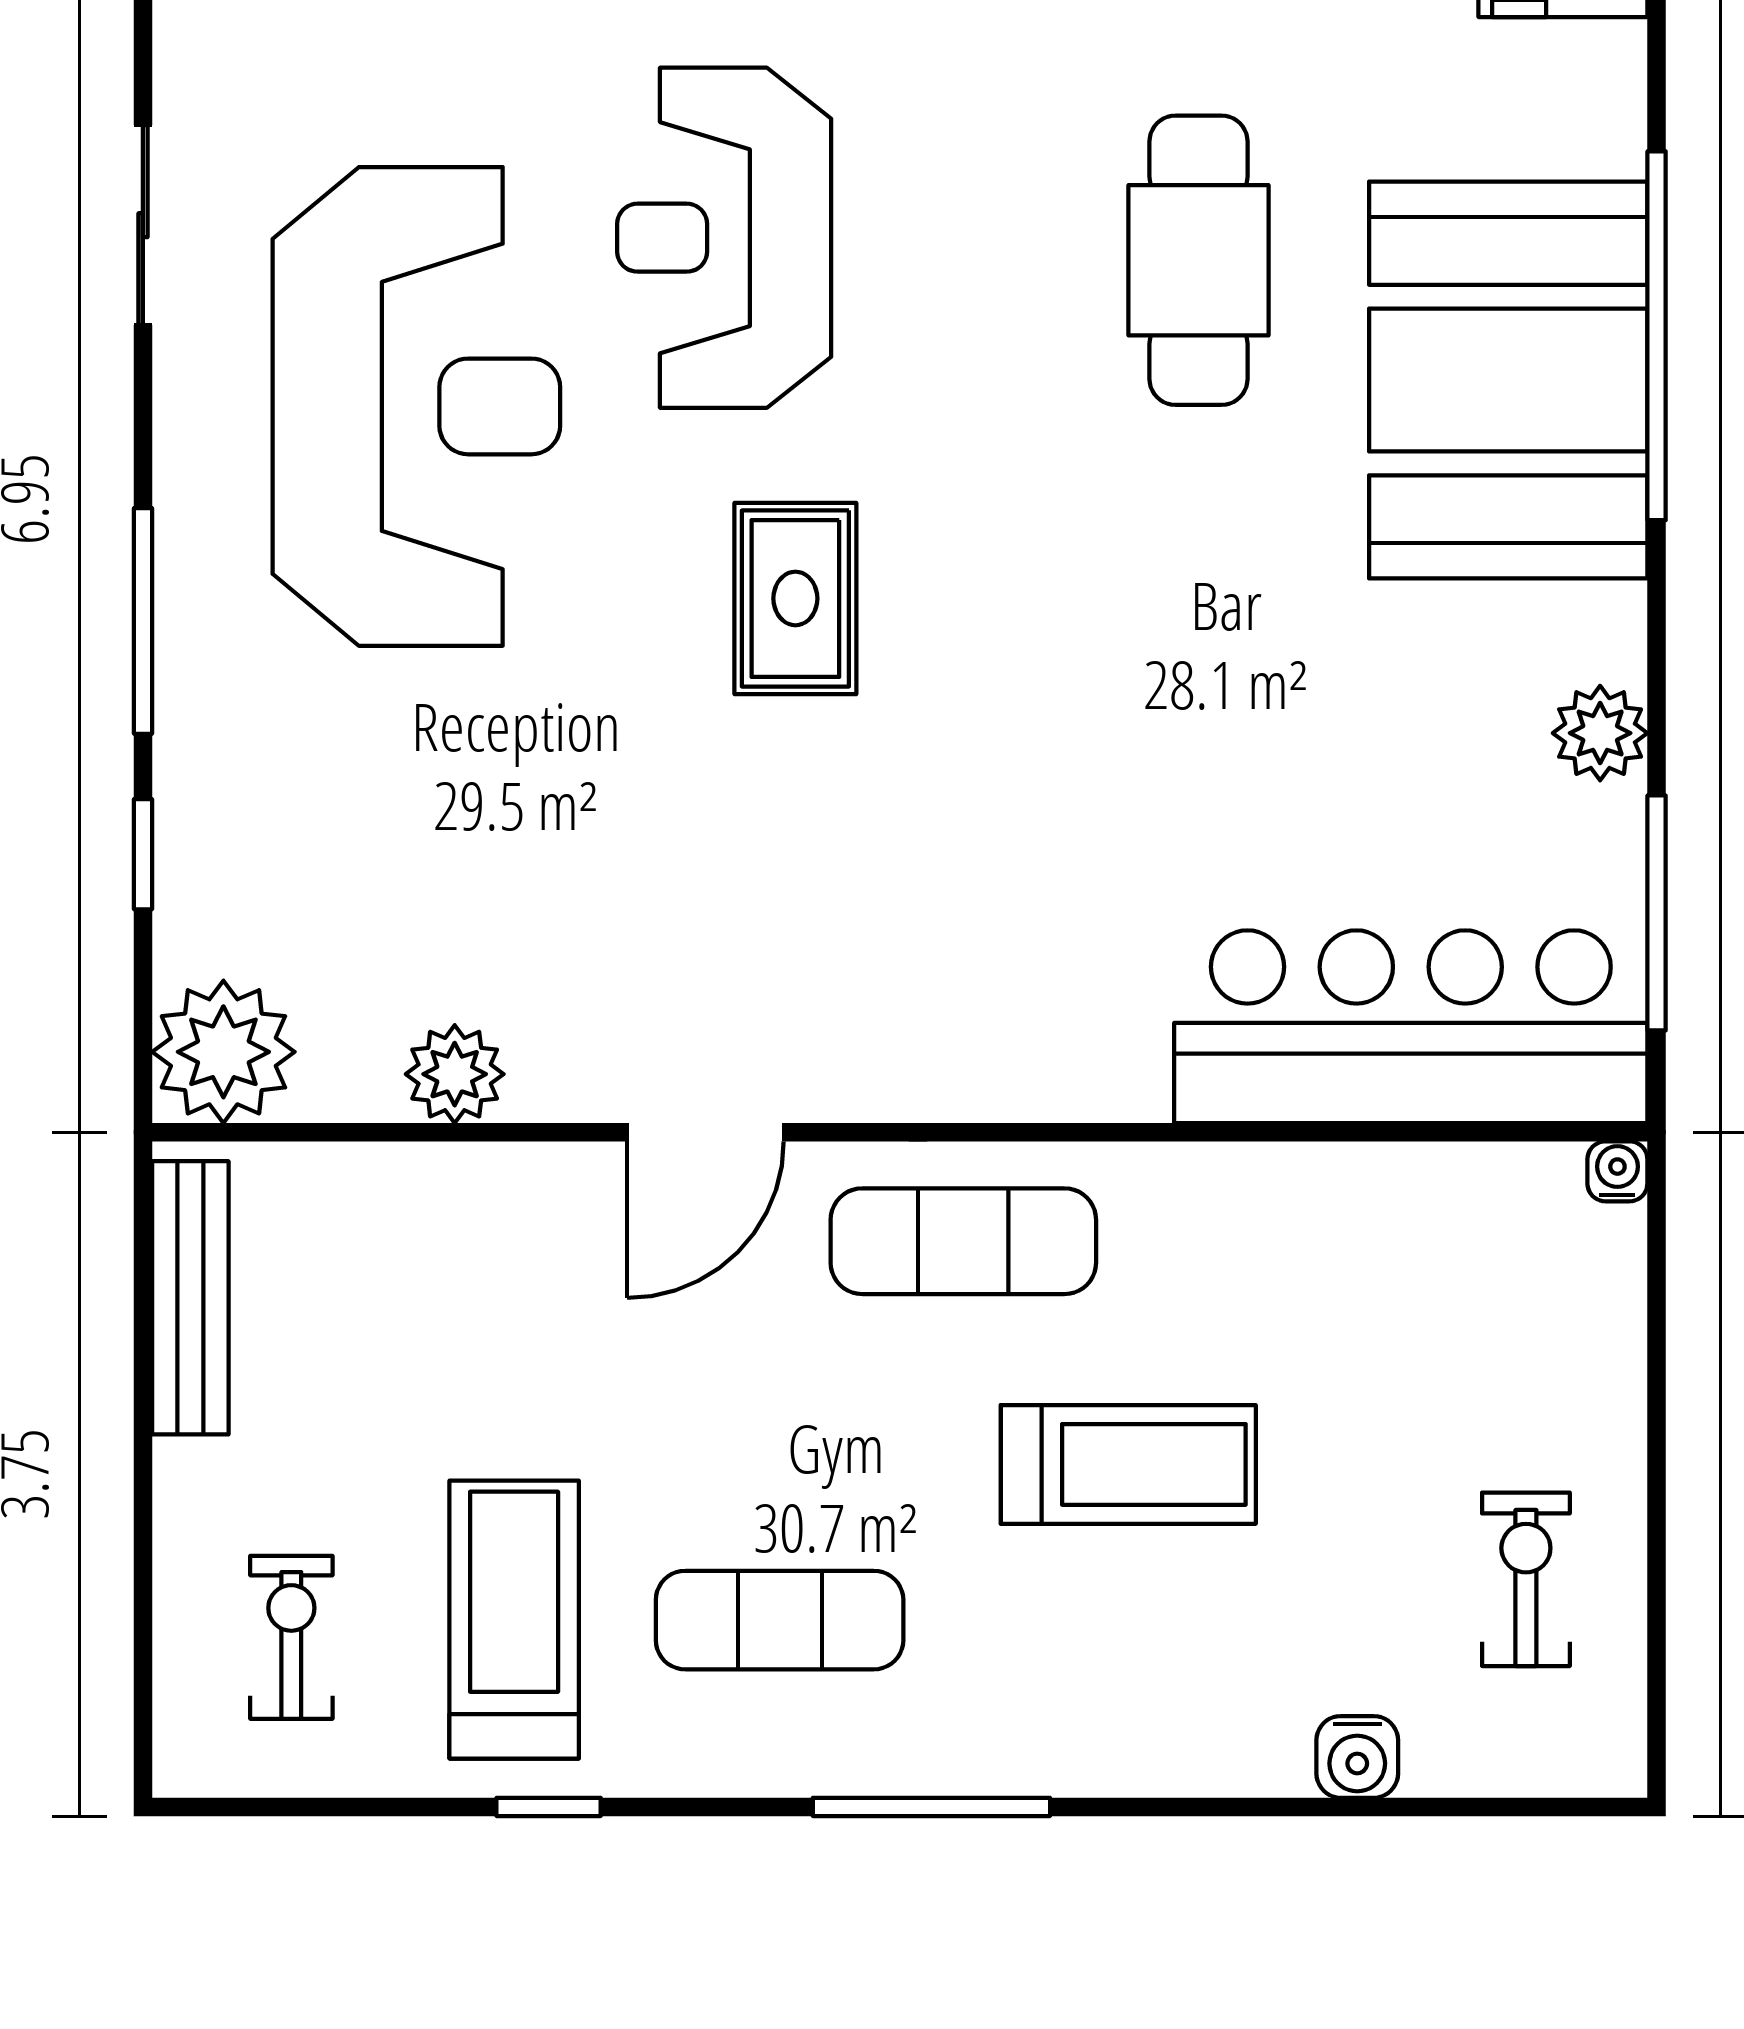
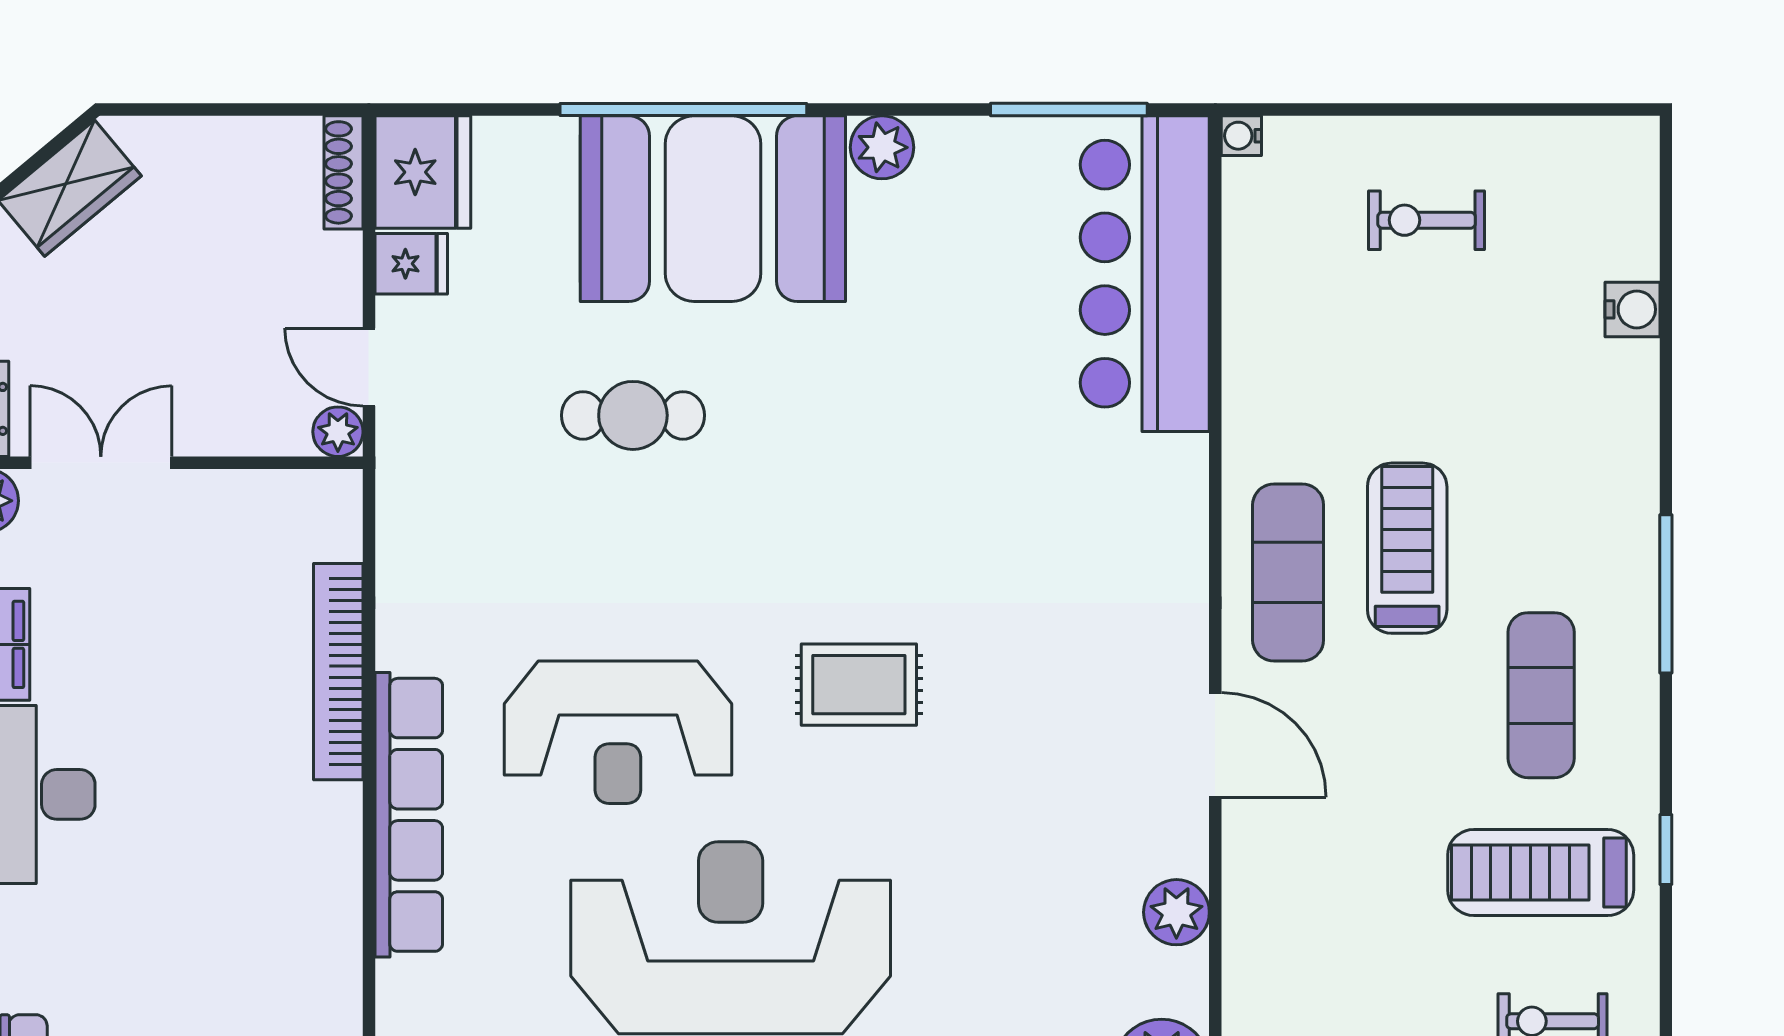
cafe table: (1198, 260) -> (633, 415), width x0.73, depth x0.74
plant: (1600, 733) -> (882, 147), moved
treadmill: (1128, 1464) -> (1407, 548), moved
exercise bike: (1526, 1579) -> (1427, 220), moved

